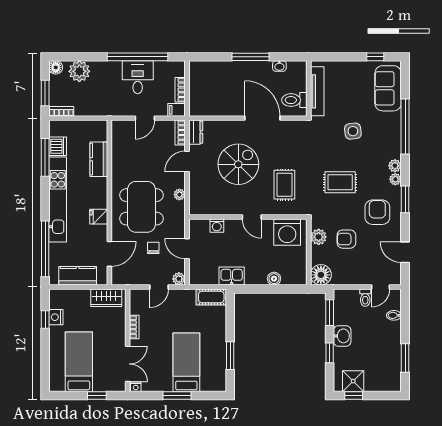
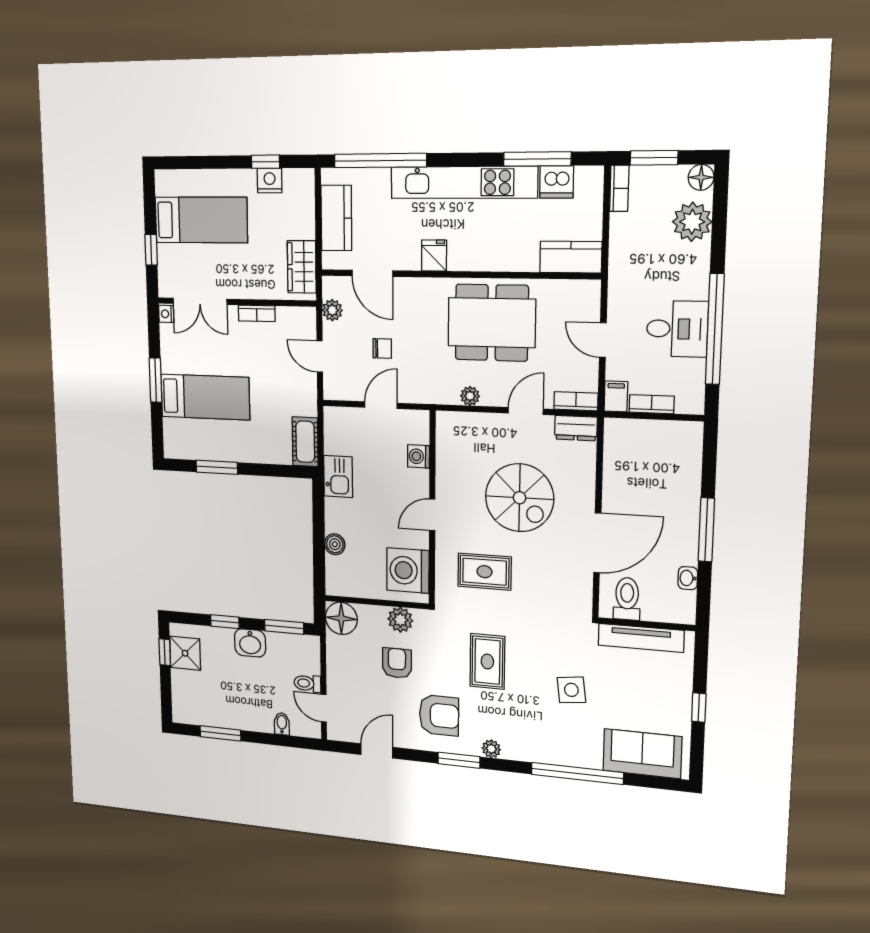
window: (375, 57) -> (699, 708), moved
kitchen counter: (99, 159) -> (571, 257), moved
door: (187, 162) -> (526, 411), hinge flipped
plant: (395, 166) -> (513, 750), removed
dining table: (141, 207) -> (492, 323), moved
plant: (179, 279) -> (332, 310), moved

